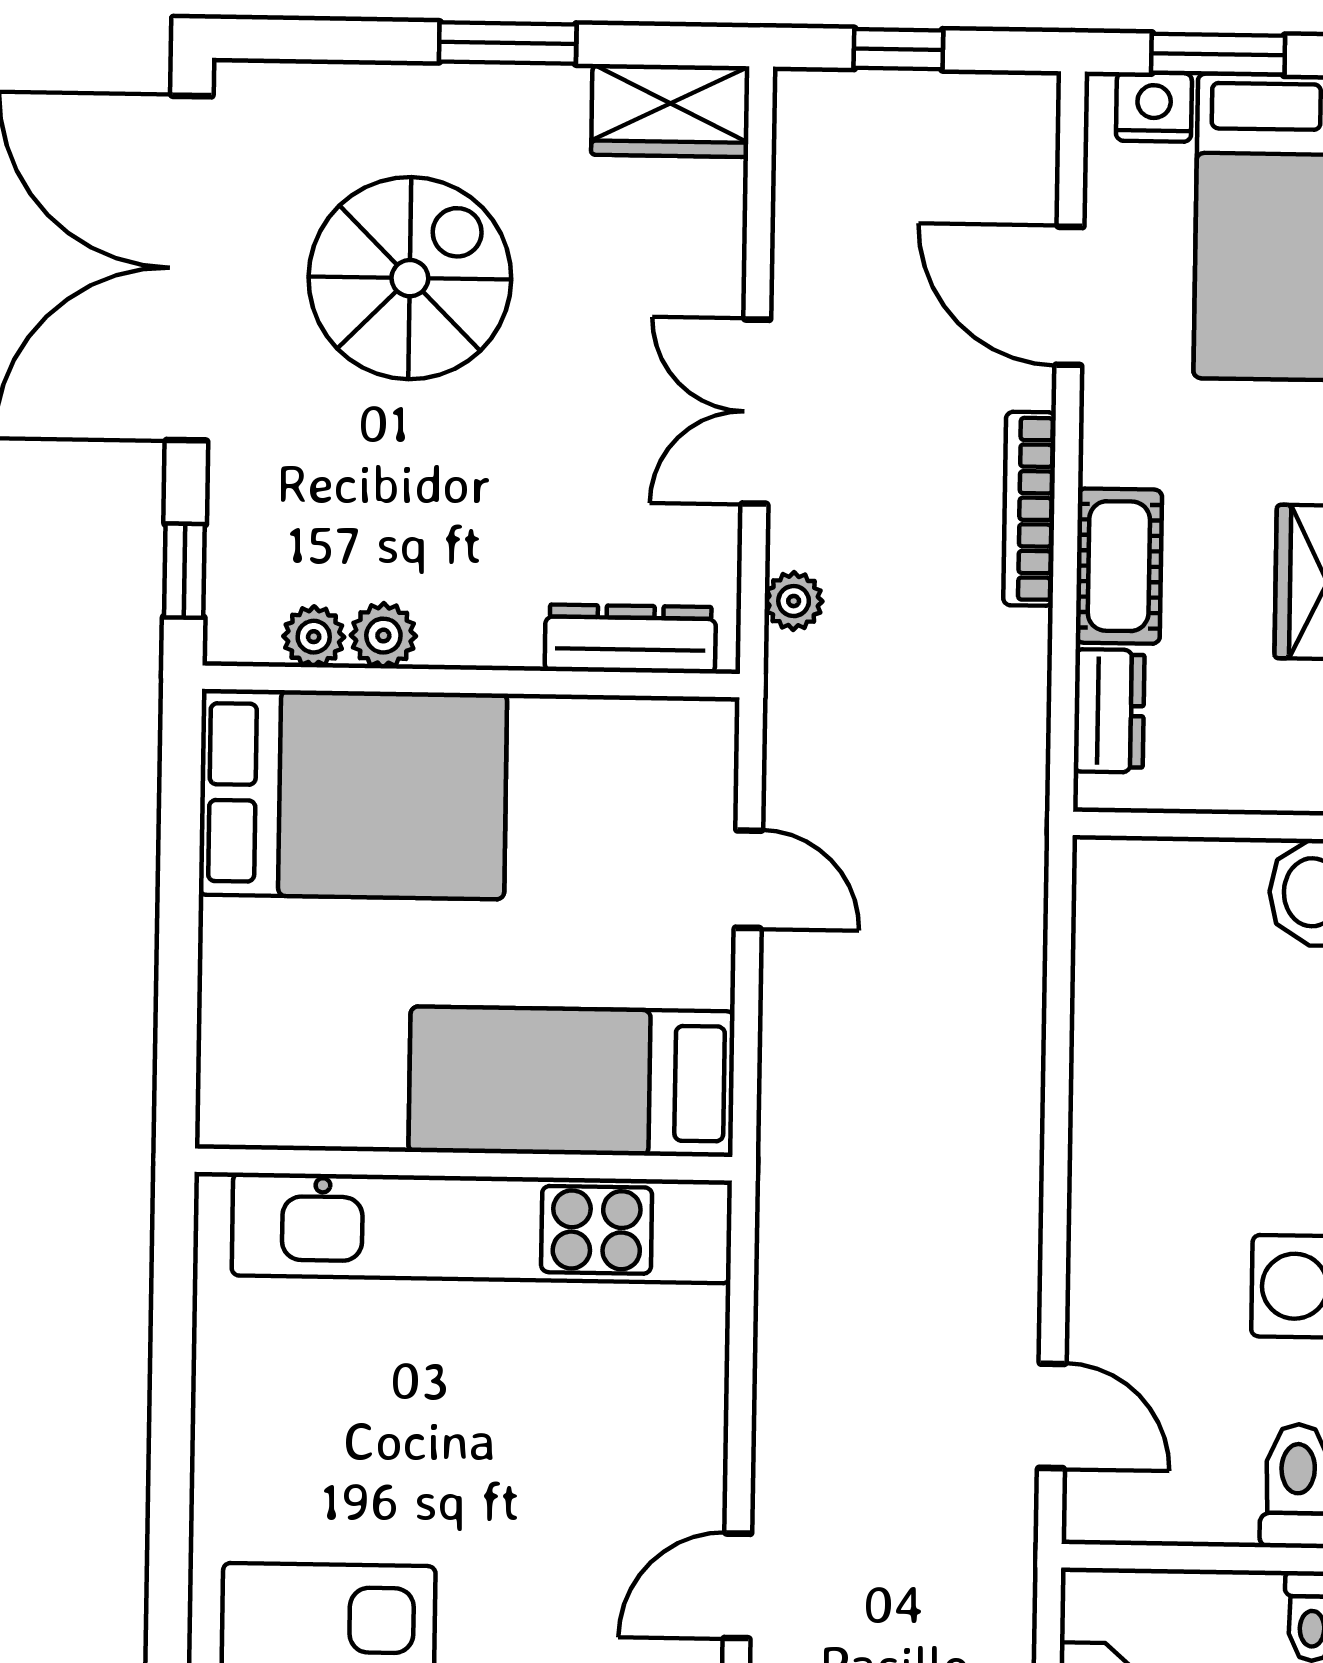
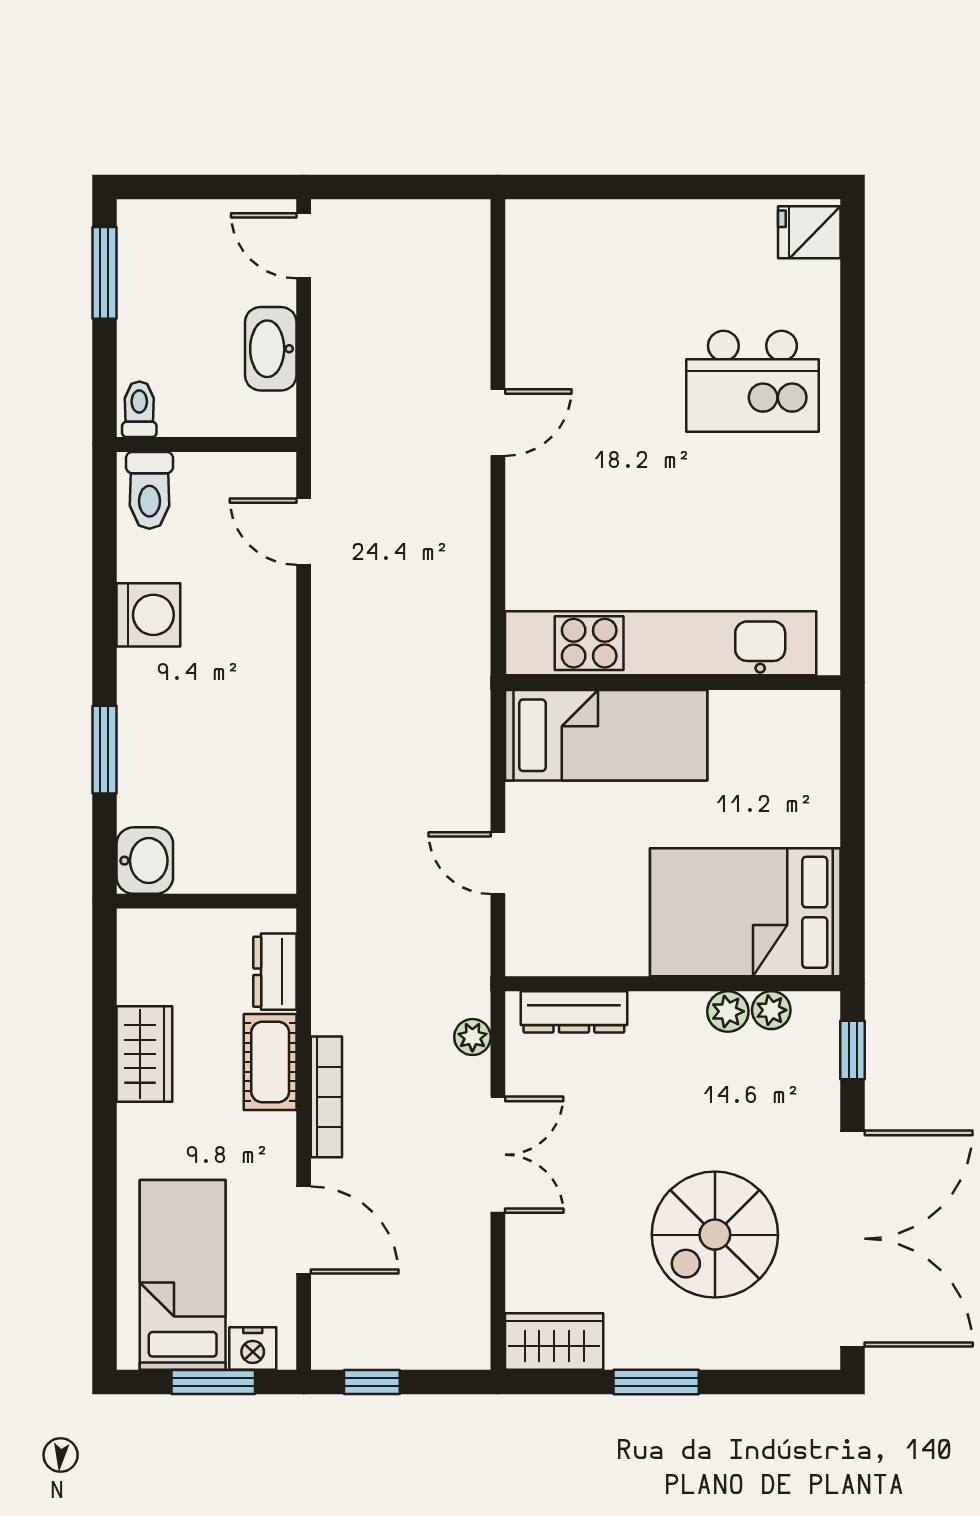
window: (898, 49) -> (372, 1382), moved

